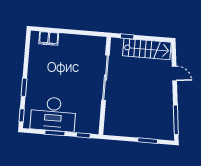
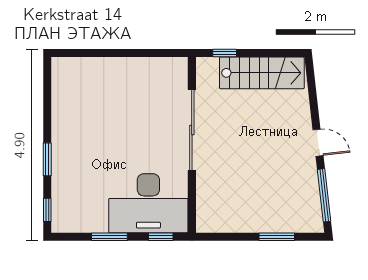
filing cabinet: (49, 38) -> (84, 68), removed
door: (174, 74) -> (318, 143), moved
desk: (53, 114) -> (148, 203), moved

